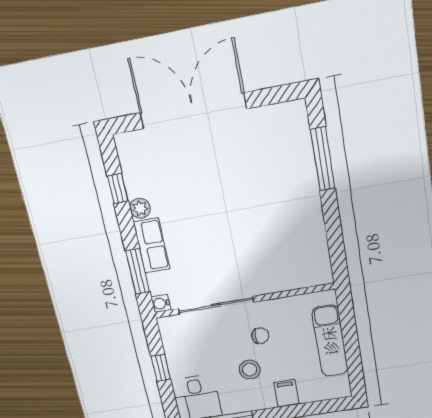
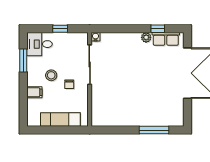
row of seats: (152, 245) -> (166, 39), moved
window: (138, 271) -> (114, 29), removed

